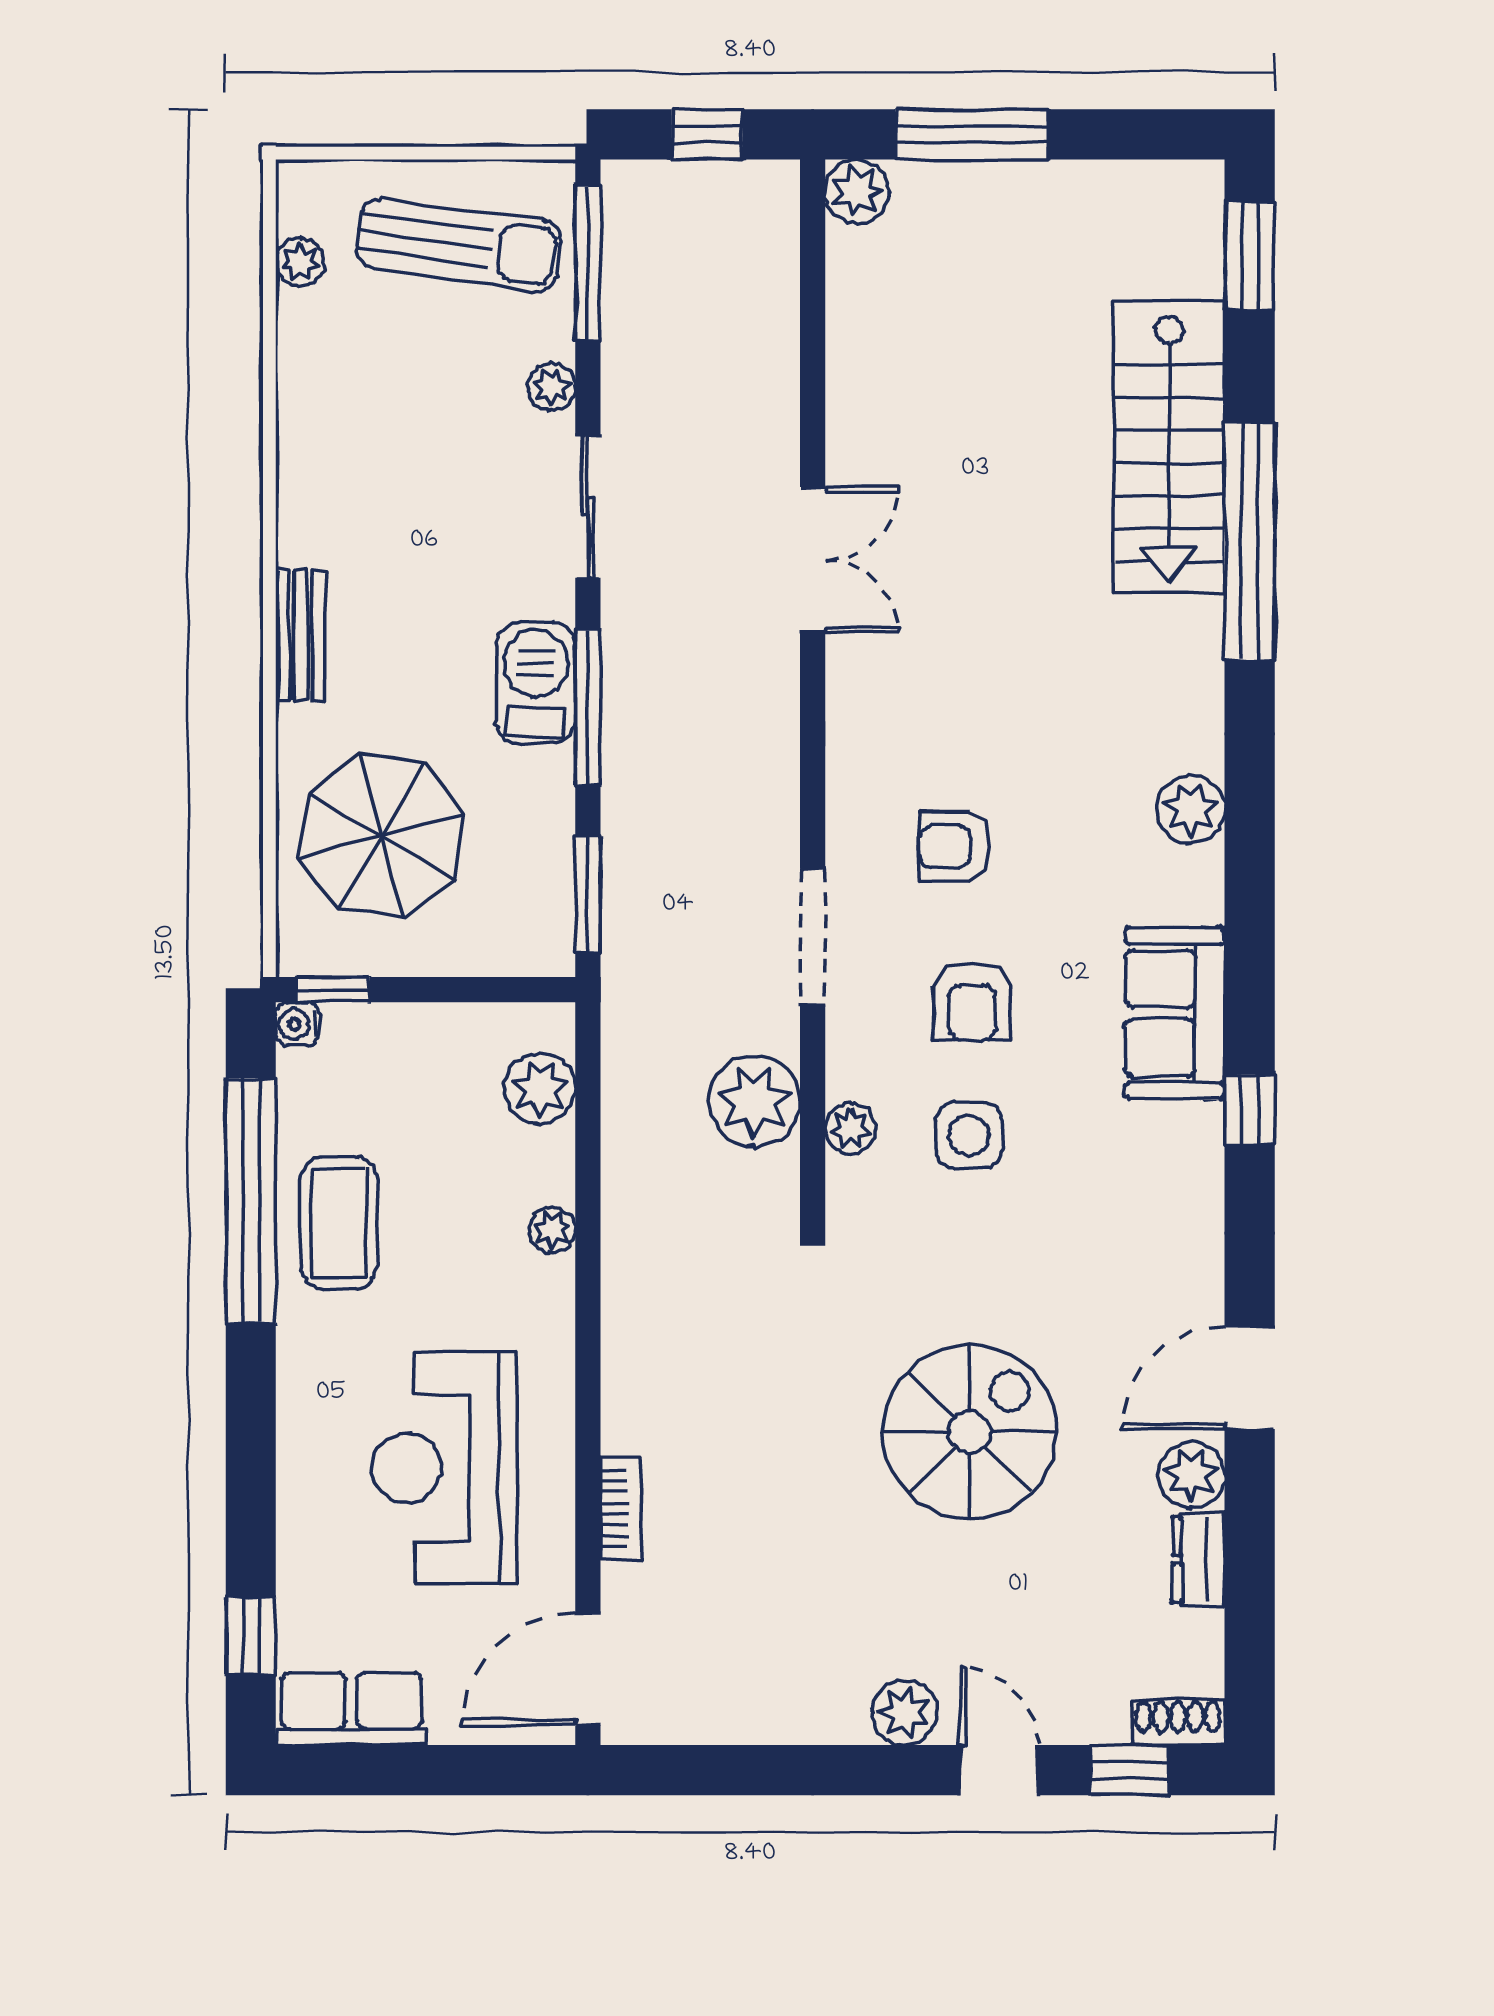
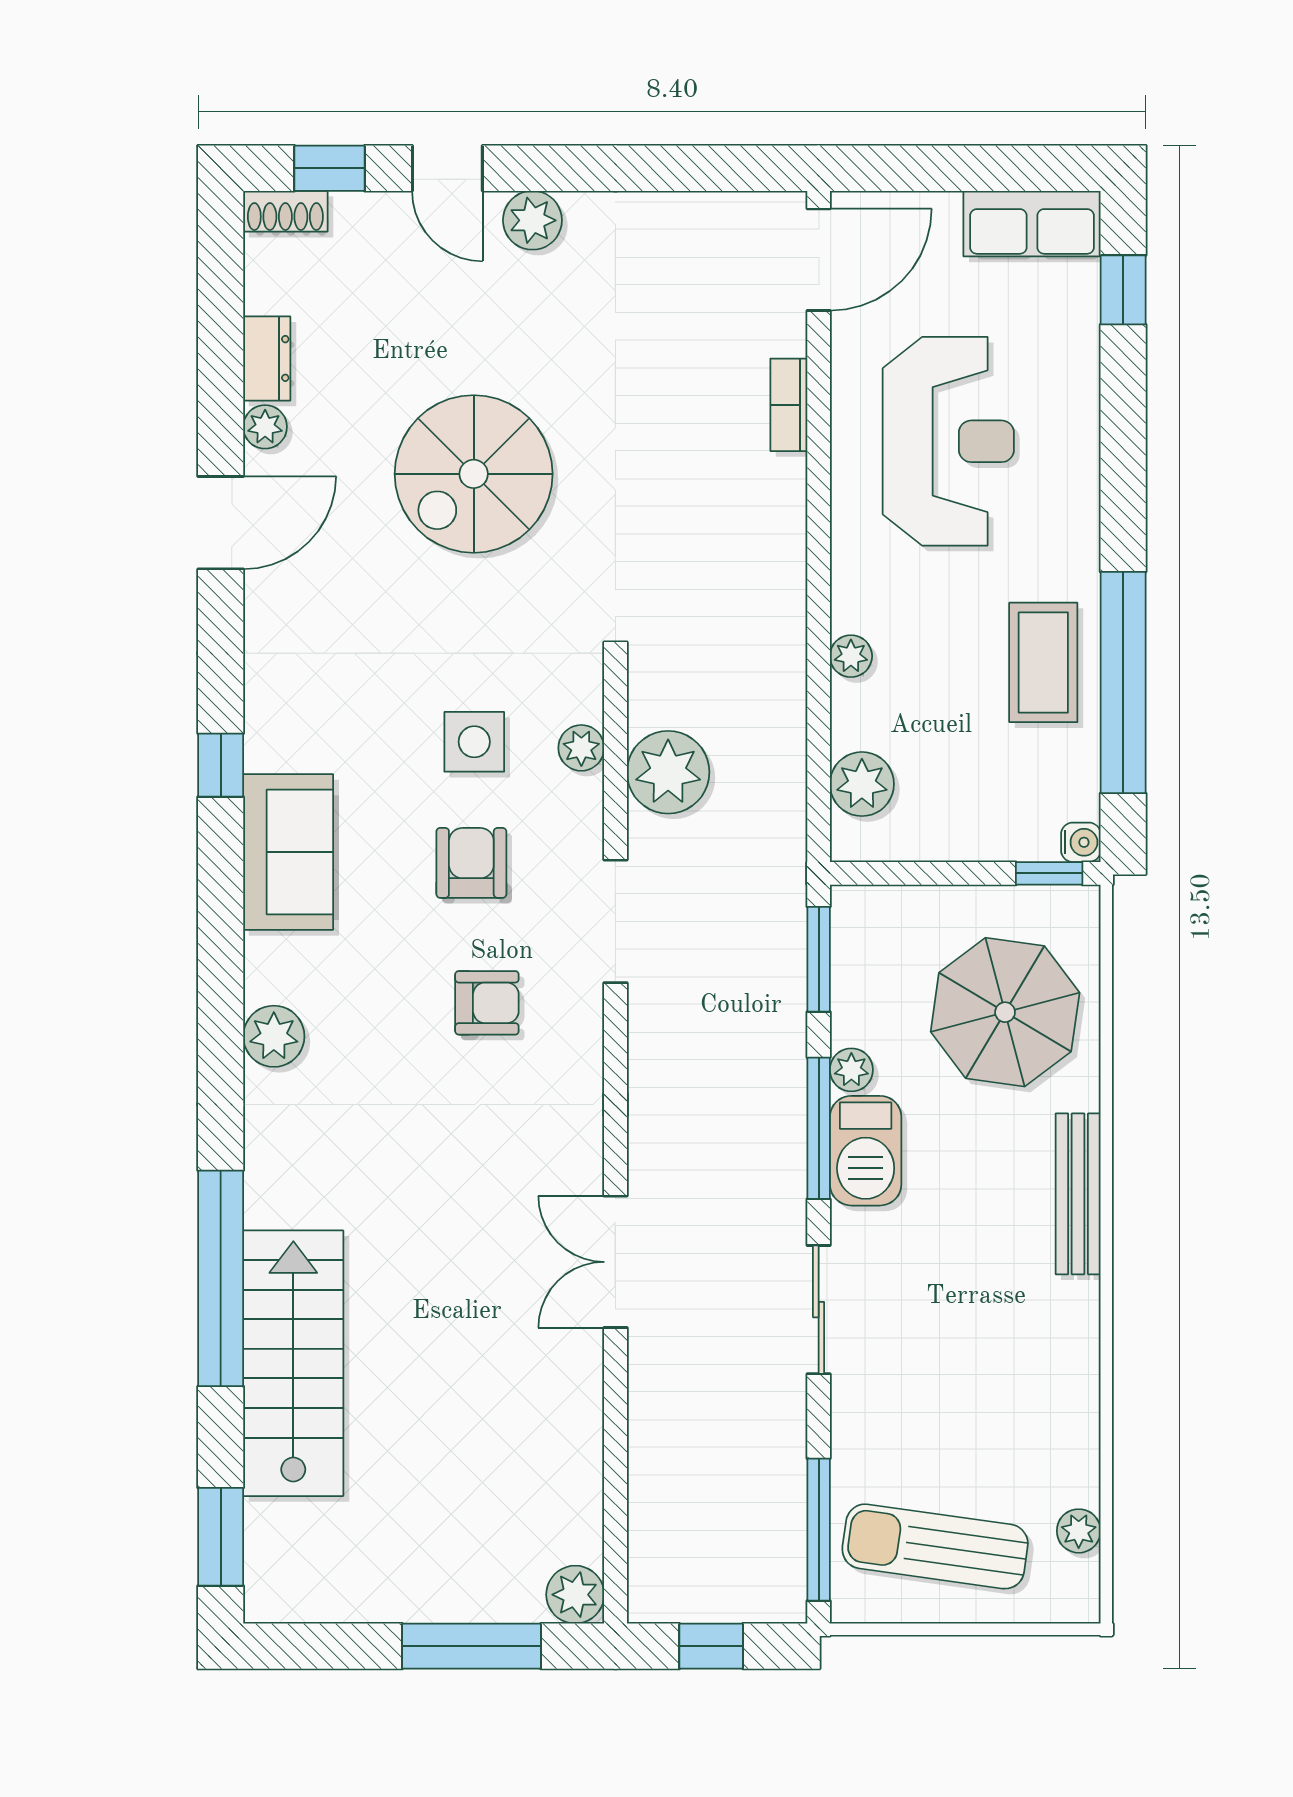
plant: (552, 387) -> (851, 1070), moved
bench: (301, 635) -> (1078, 1194), width x1.36
plant: (1191, 1475) -> (265, 427), width x0.73, depth x0.73

